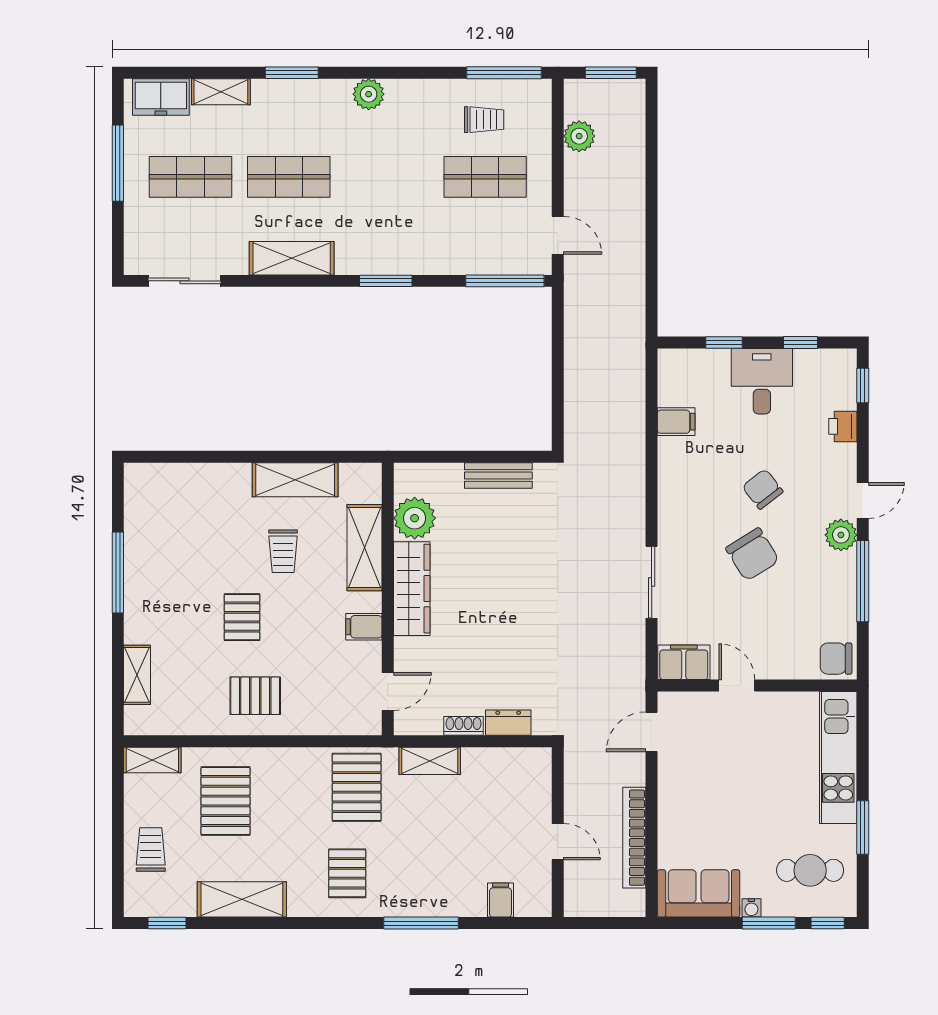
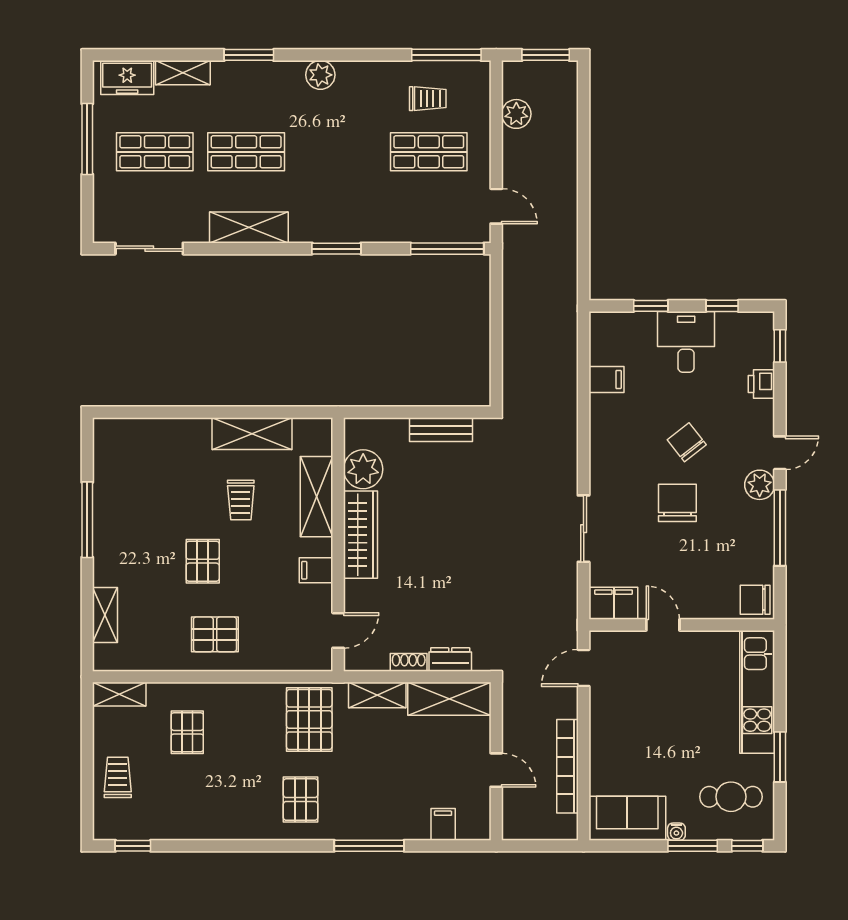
chair: (752, 554) -> (677, 503), turned -148
pallet: (225, 801) -> (187, 732), width x0.67, depth x0.71
shelving: (242, 899) -> (449, 699), moved

